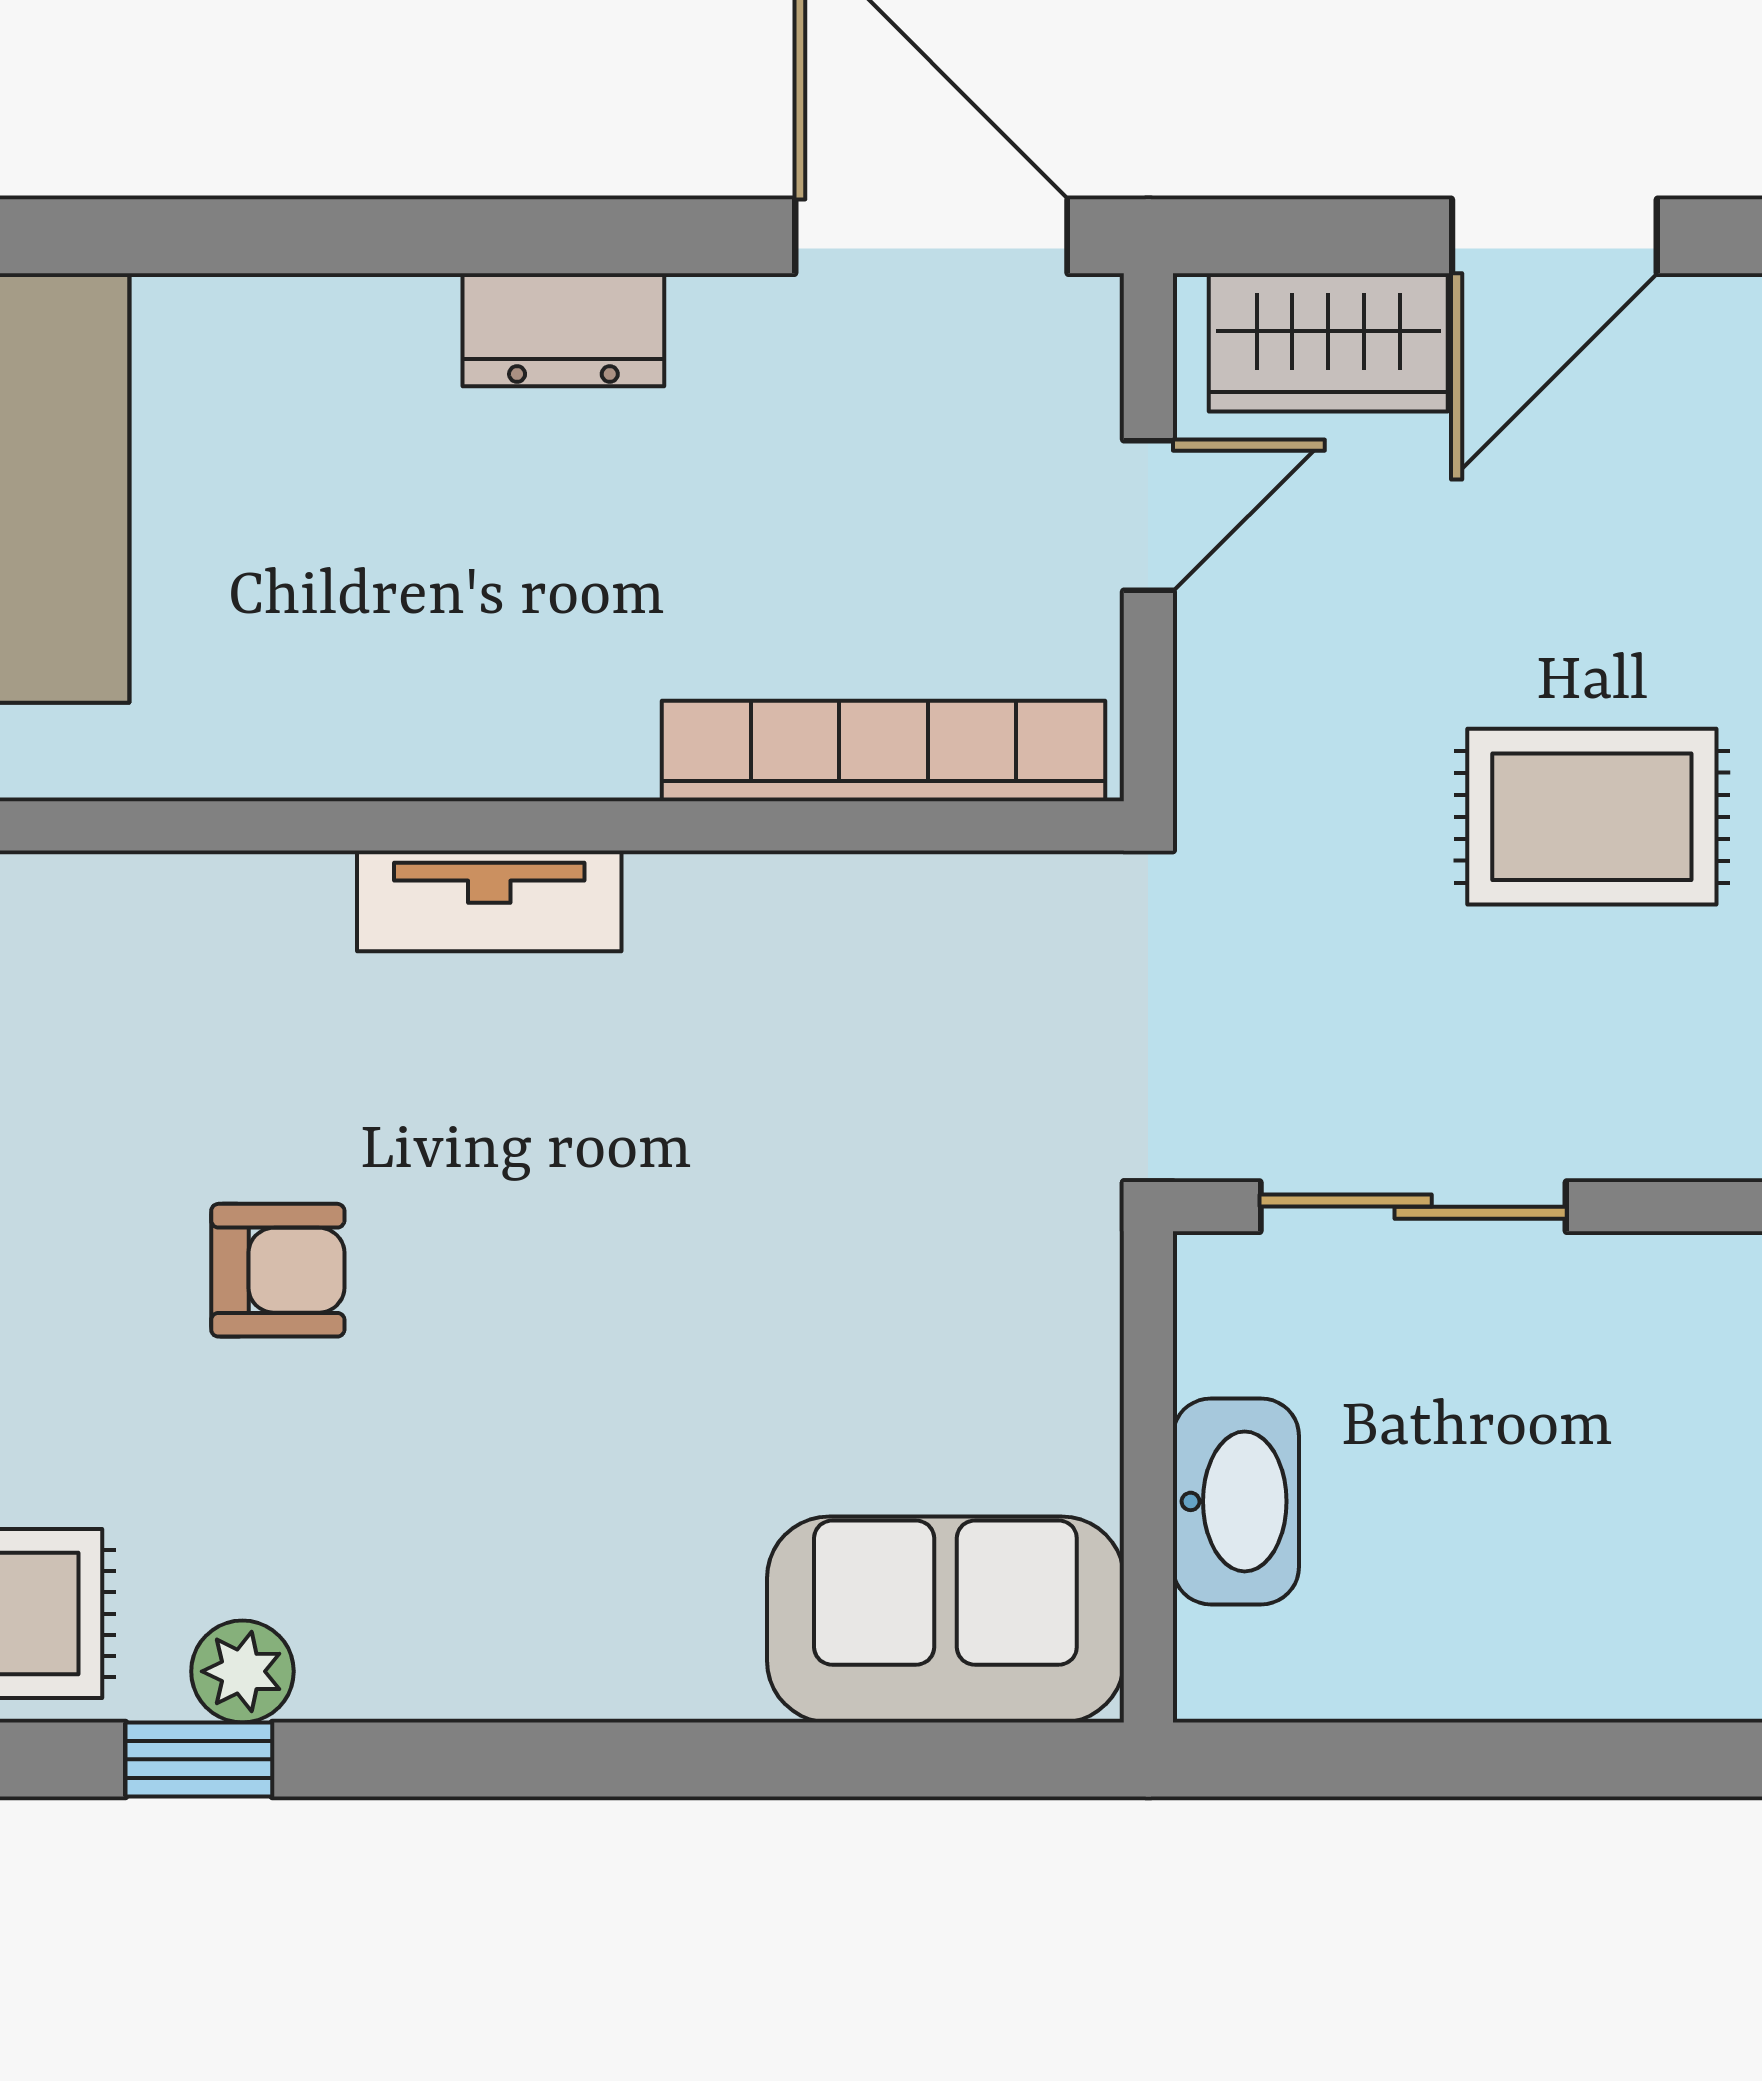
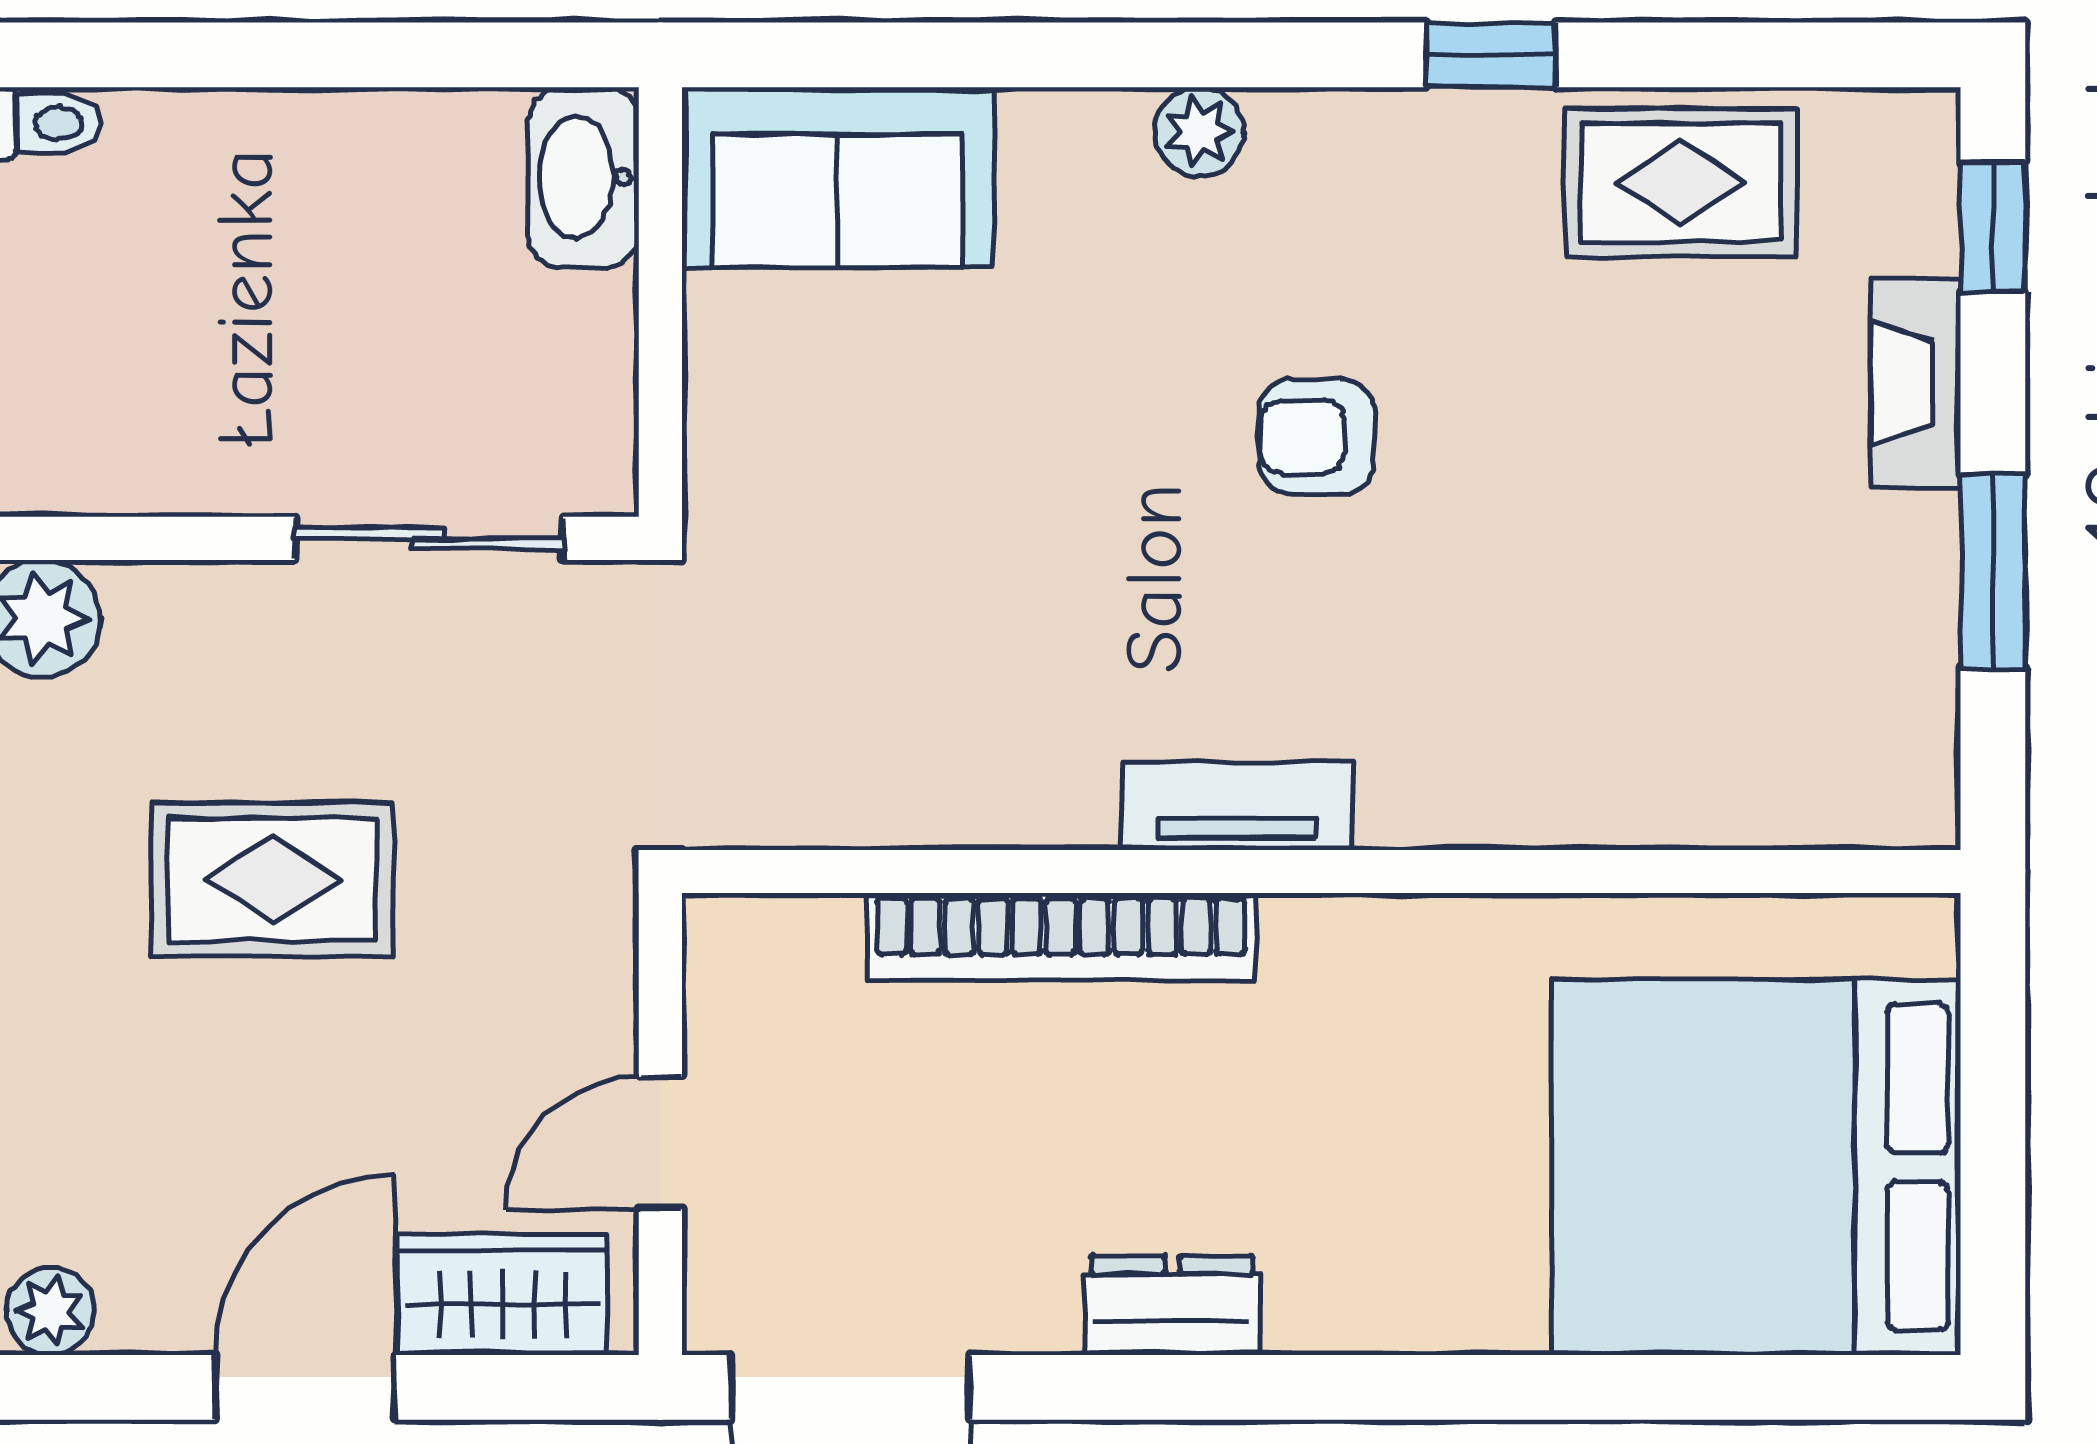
bookcase: (884, 751) -> (1061, 937), moved
armchair: (278, 1270) -> (1316, 437), moved
washbasin: (1236, 1501) -> (584, 177), moved
plant: (242, 1671) -> (1199, 132), moved

